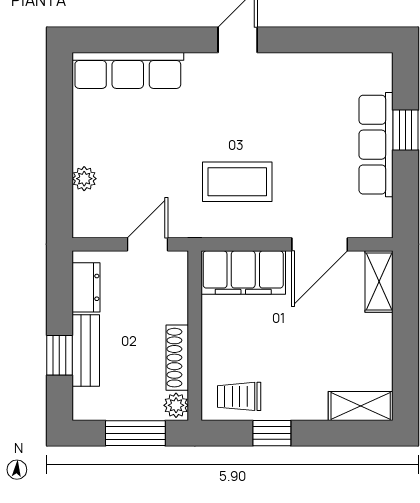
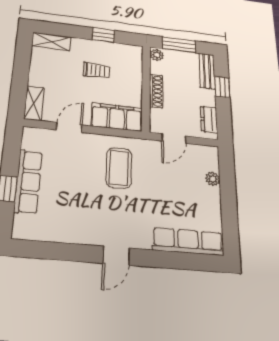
coffee table: (237, 182) -> (119, 168), turned 90
door: (320, 244) -> (69, 127), width x0.73
bench: (86, 351) -> (207, 71), moved
shoe rack: (177, 358) -> (156, 91), moved
trolley: (239, 396) -> (96, 70), moved

